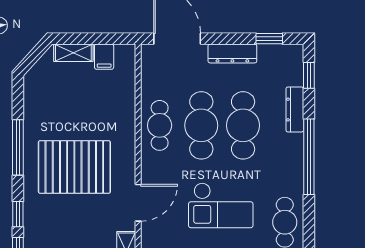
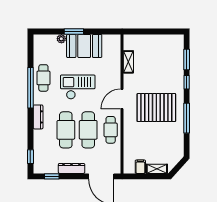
dresser: (295, 110) -> (38, 117), moved
window: (309, 157) -> (30, 88), moved
door: (138, 203) -> (122, 99), moved

